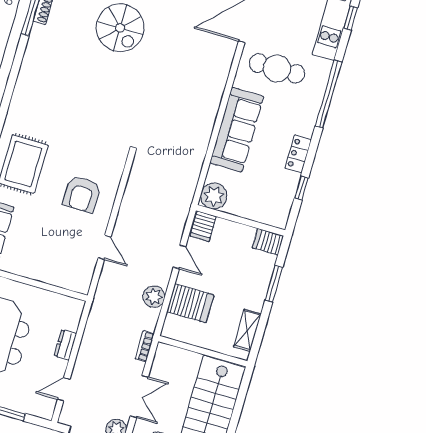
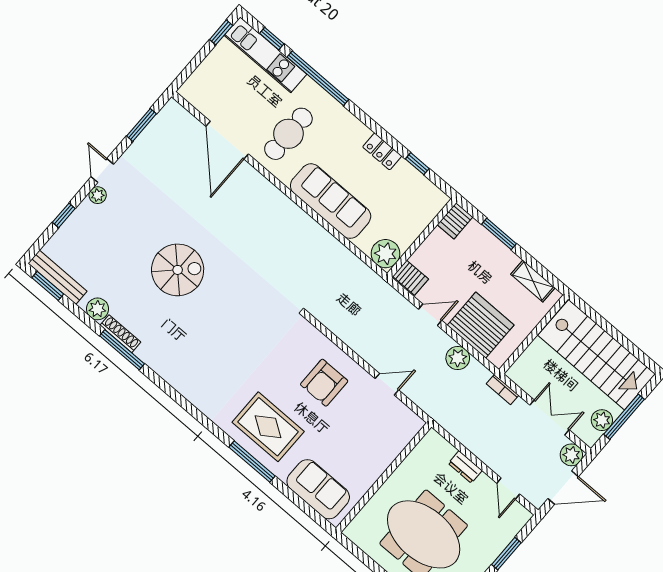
window: (329, 94) -> (318, 78), moved
armchair: (82, 194) -> (324, 383), turned 89
server rack: (190, 303) -> (481, 325), width x1.60

